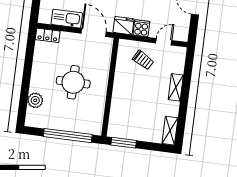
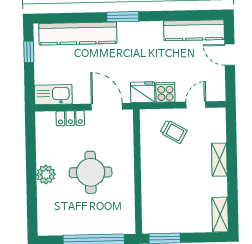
kitchen sink: (67, 19) -> (53, 95), moved
locker: (48, 35) -> (70, 118), moved
plant: (35, 100) -> (46, 174), moved

